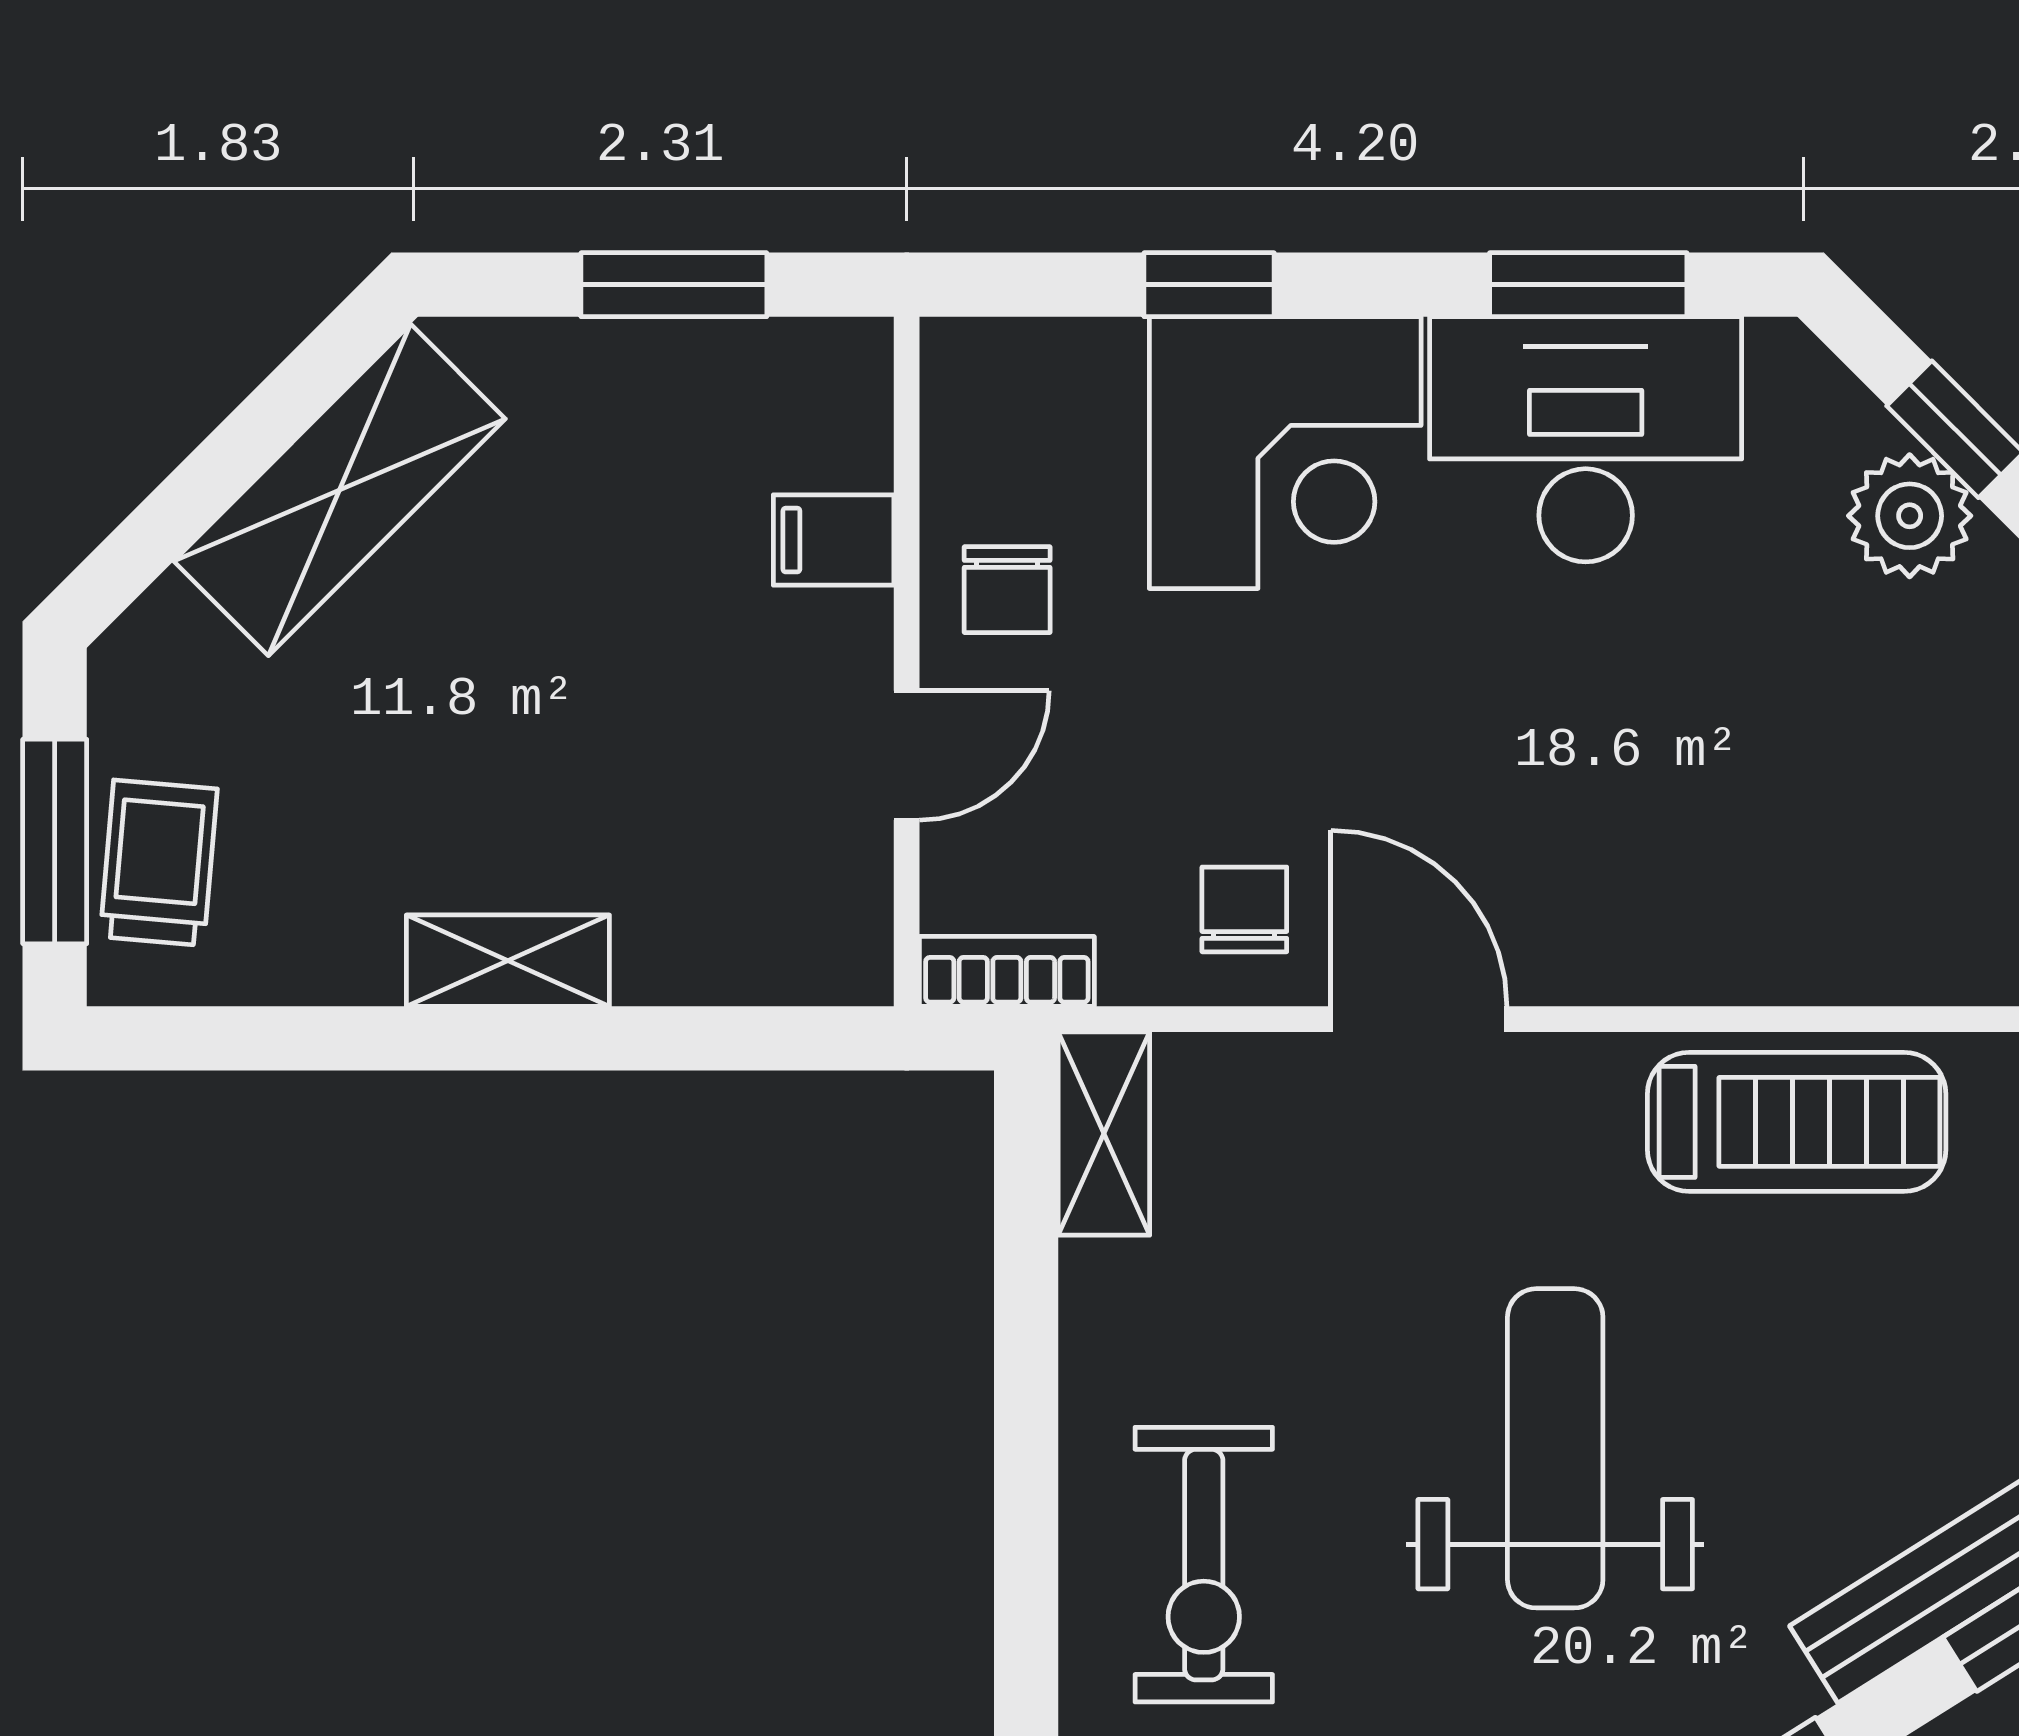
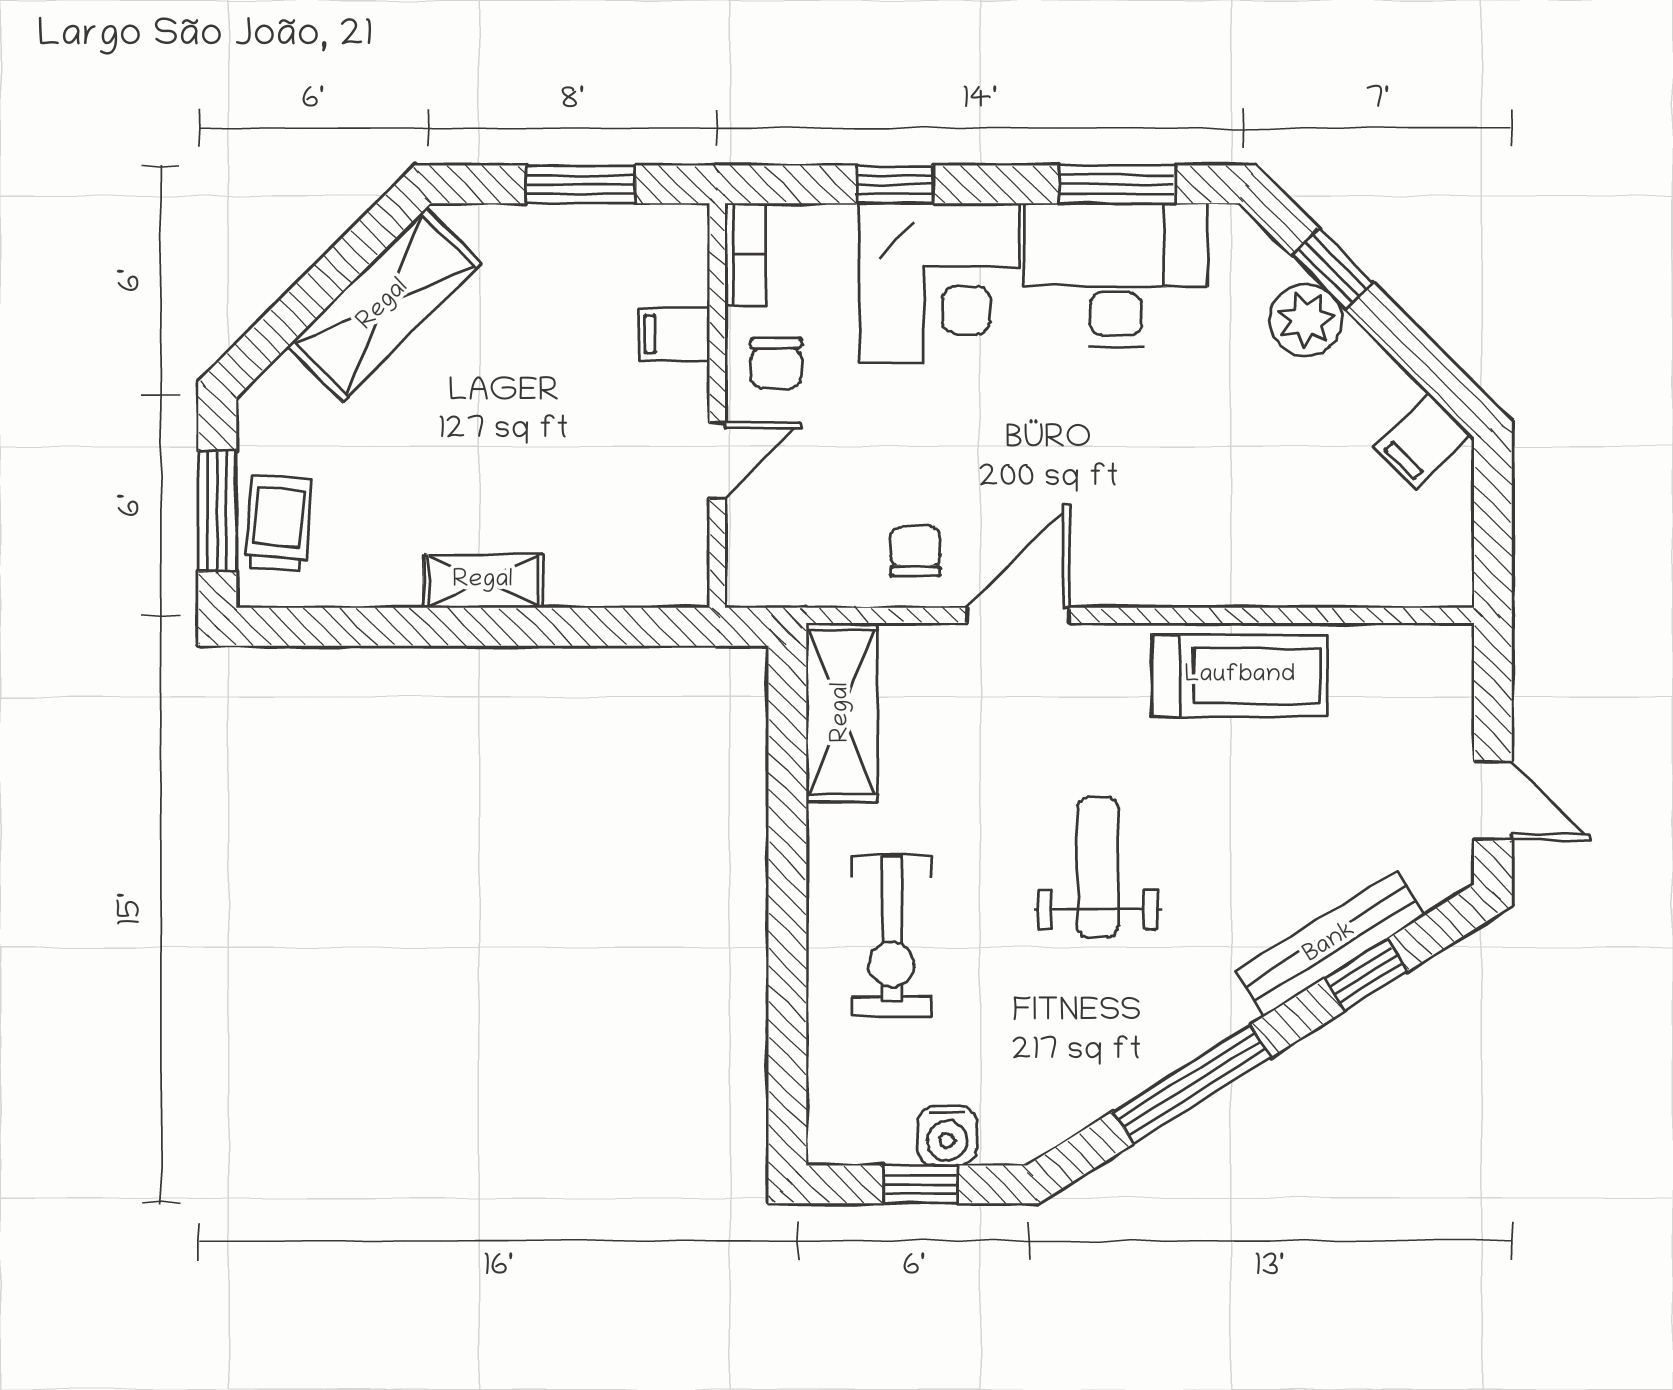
bookcase: (1007, 971) -> (745, 254), moved, turned 90
door: (1419, 1019) -> (1018, 615), hinge flipped
shelving: (1104, 1134) -> (842, 712), width x1.50, depth x1.33
weight bench: (1555, 1448) -> (1098, 867), width x0.73, depth x0.75

